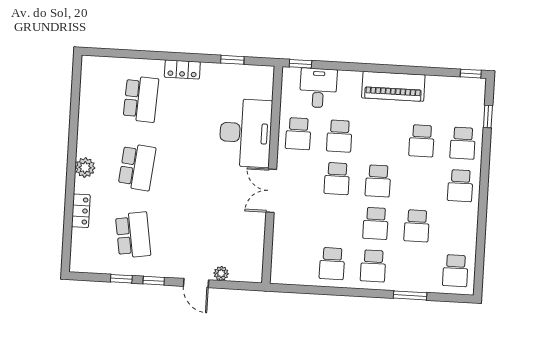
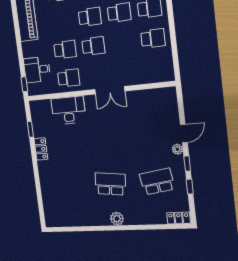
locker: (182, 69) -> (41, 149), moved
school desk: (141, 99) -> (66, 186), removed
desk: (246, 133) -> (68, 110), width x0.73, depth x0.77
locker: (81, 211) -> (179, 218), moved
plant: (221, 273) -> (177, 149), moved

